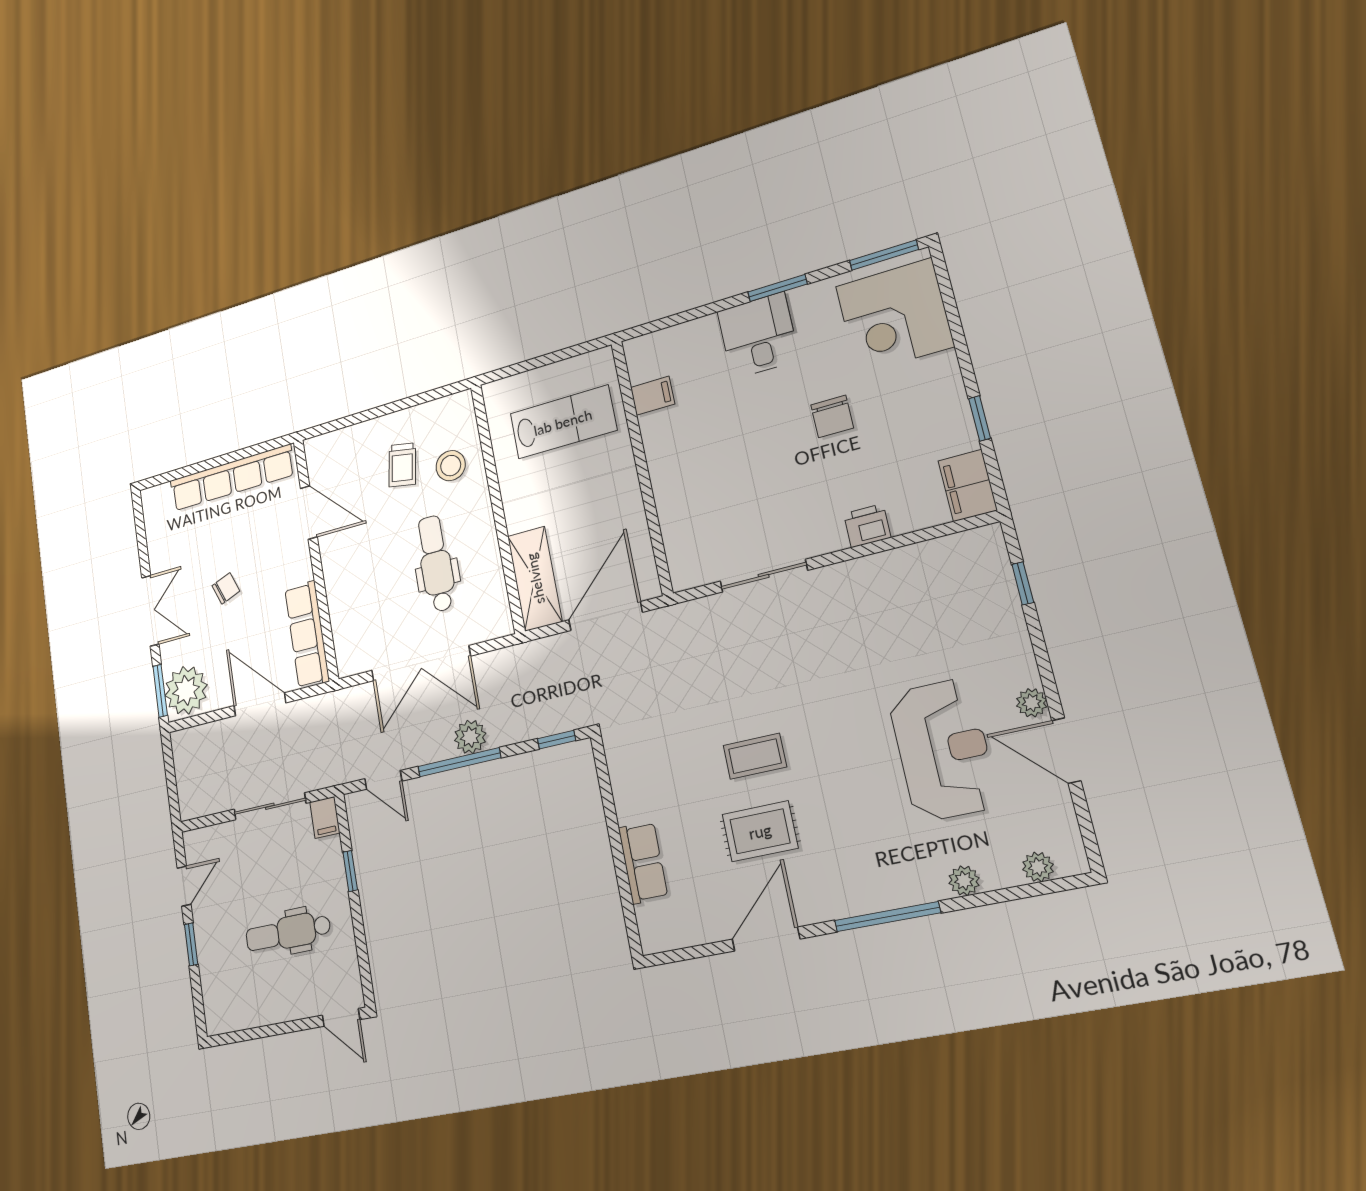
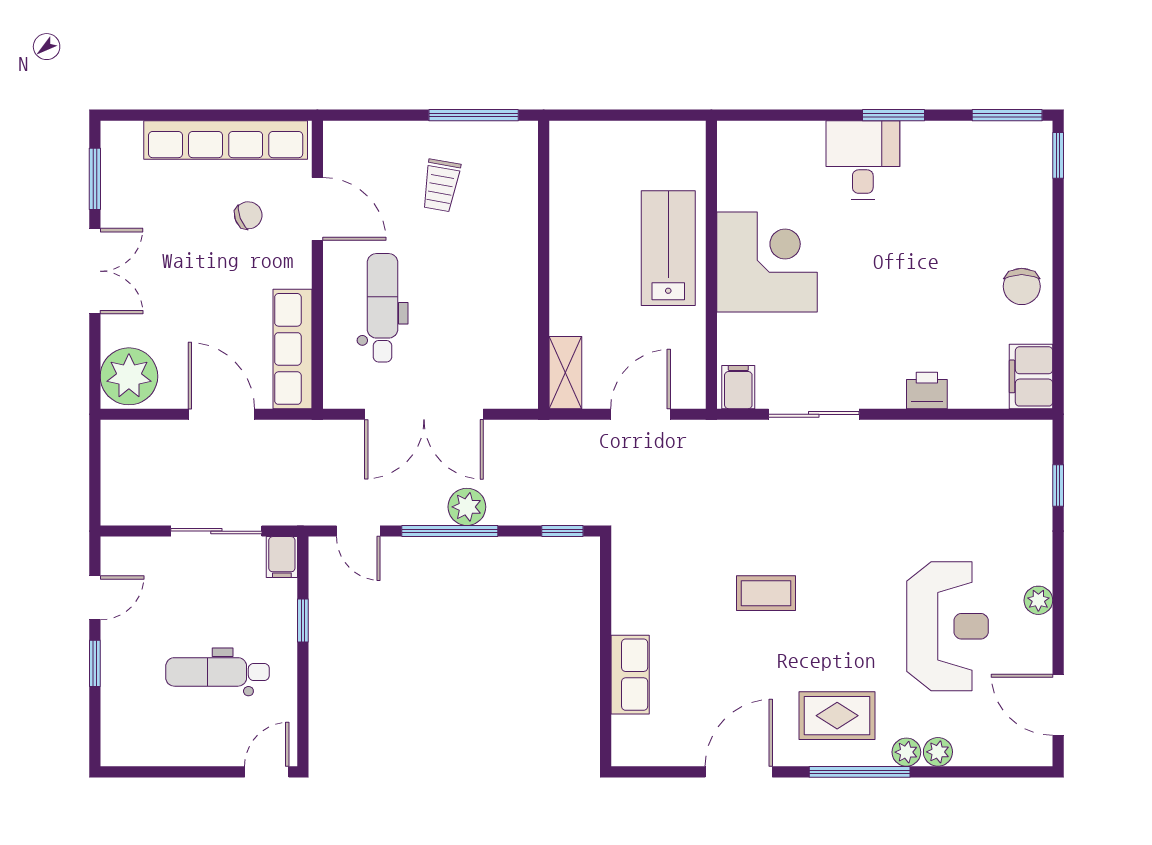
corner desk: (895, 316) -> (767, 262), moved, turned 180
filing cabinet: (653, 396) -> (738, 387), moved, turned -90
window: (419, 399) -> (474, 115), added
chair: (832, 416) -> (1022, 286), moved
window: (980, 418) -> (1058, 155), moved
lab bench: (563, 422) -> (668, 248), moved, turned -90
stool: (451, 466) -> (498, 203), removed
dental chair: (436, 563) -> (382, 308), moved
shelving: (535, 579) -> (565, 373), width x0.67, depth x0.75
chair: (226, 588) -> (248, 215), moved
door: (605, 616) -> (641, 414), width x0.73
window: (160, 691) -> (95, 179), moved
door: (1066, 751) -> (1058, 705), moved
rug: (760, 831) -> (837, 716), moved
plant: (1038, 867) -> (906, 752), moved
door: (341, 1017) -> (267, 772), swing flipped

